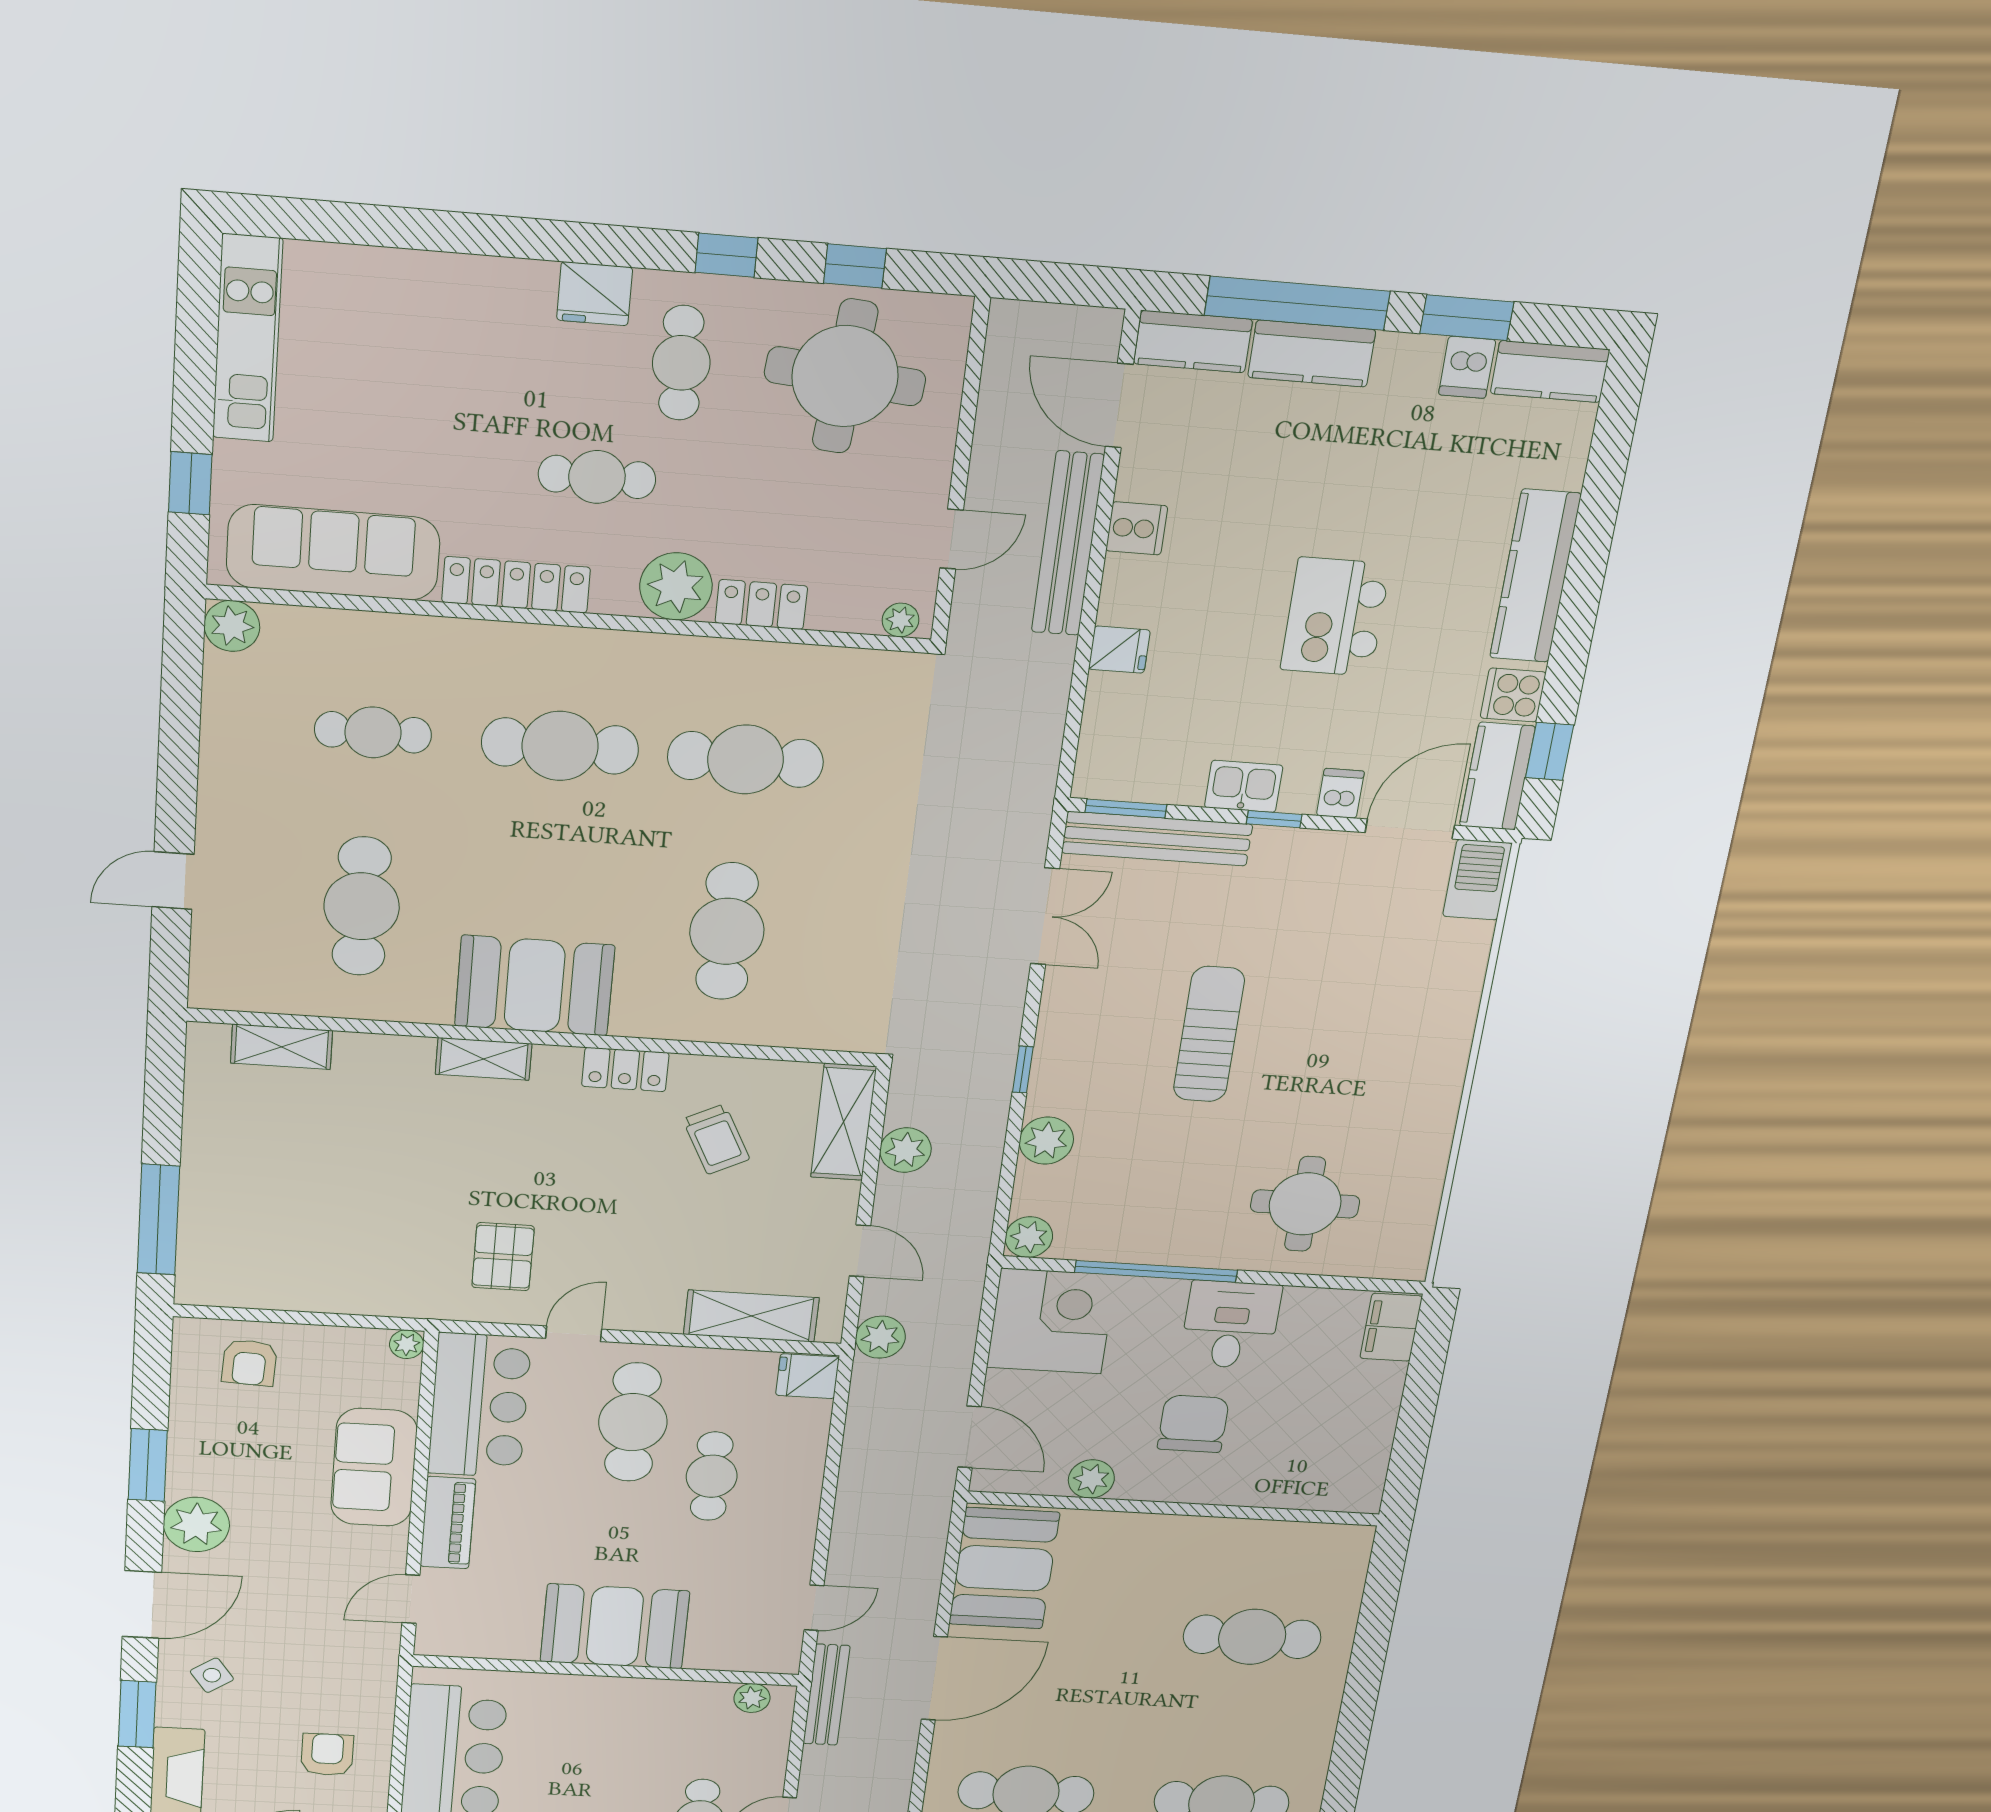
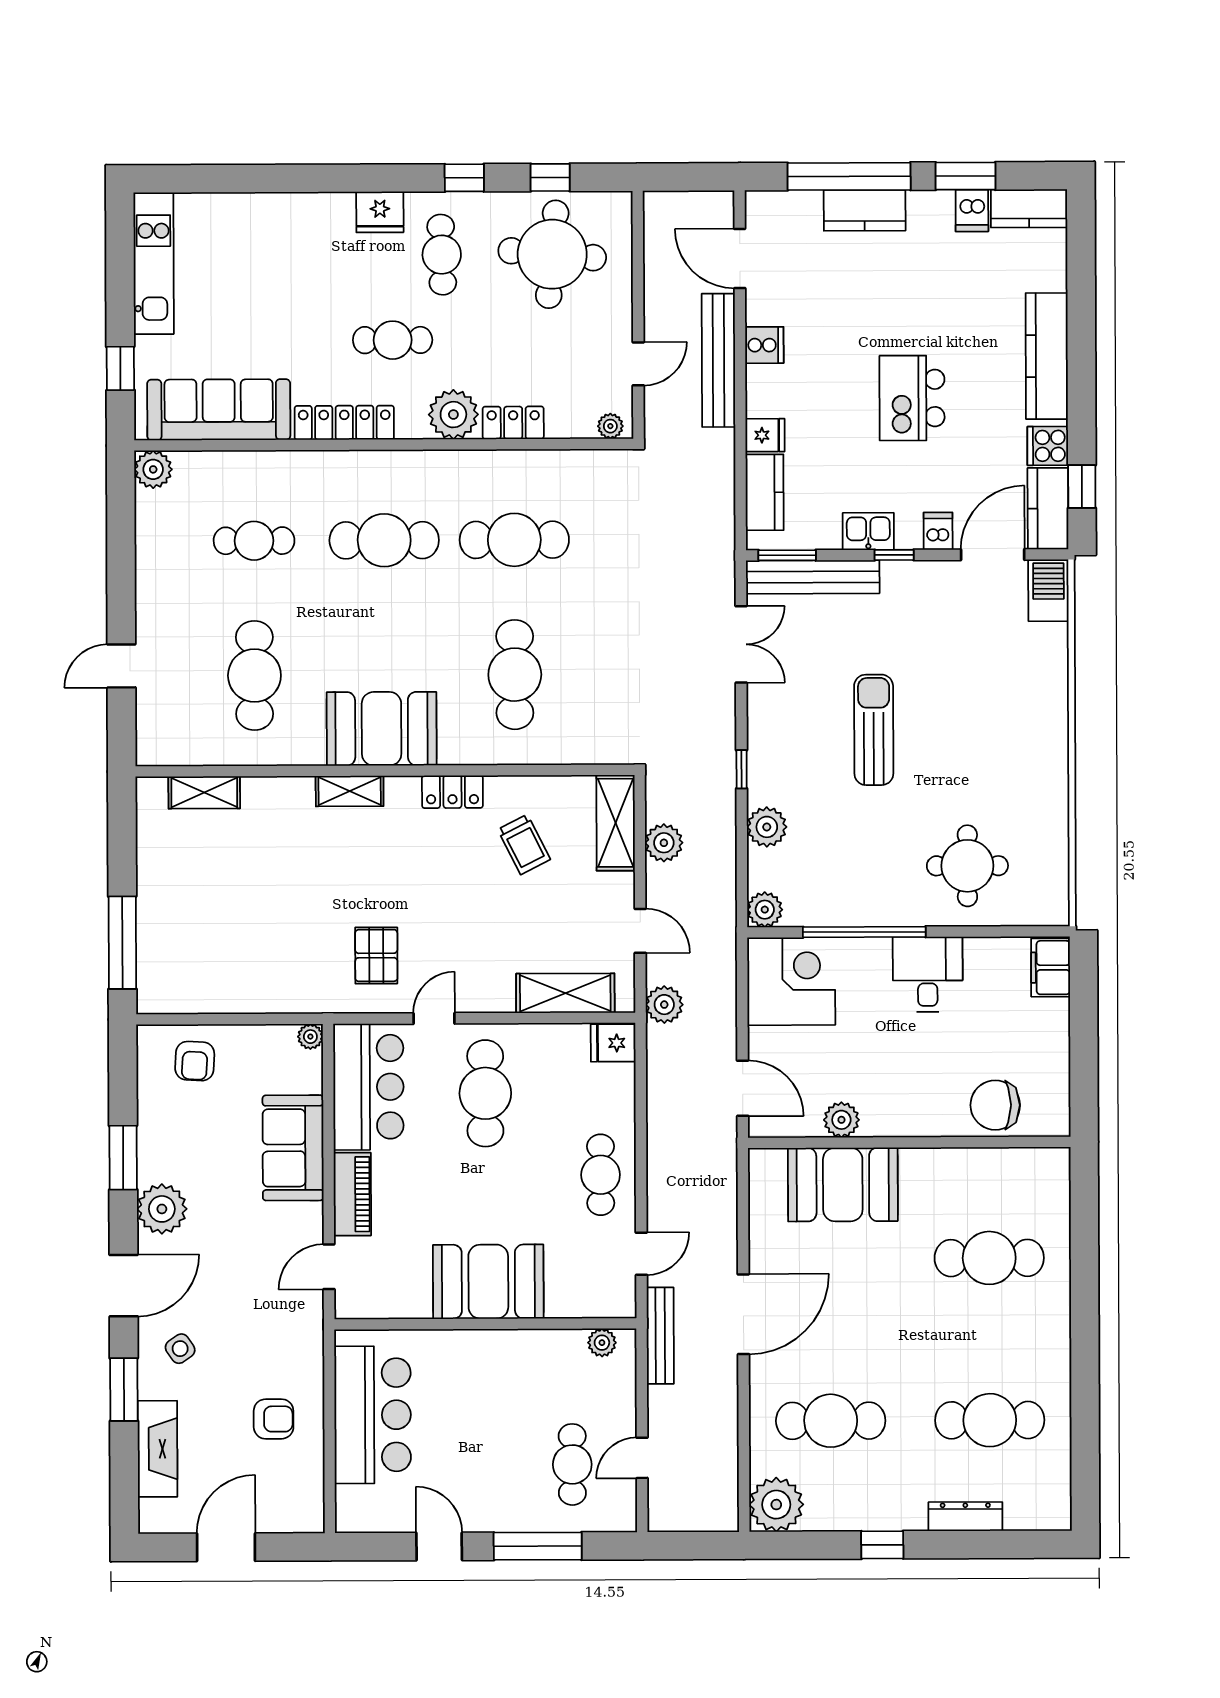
kitchen counter: (1193, 342) -> (765, 492), moved, turned -90
chair: (1193, 1424) -> (995, 1105), moved, turned -90
cafe table: (712, 1476) -> (601, 1175), moved
booth: (1004, 1568) -> (843, 1185), moved, turned 90
armchair: (327, 1755) -> (274, 1419), turned 90

